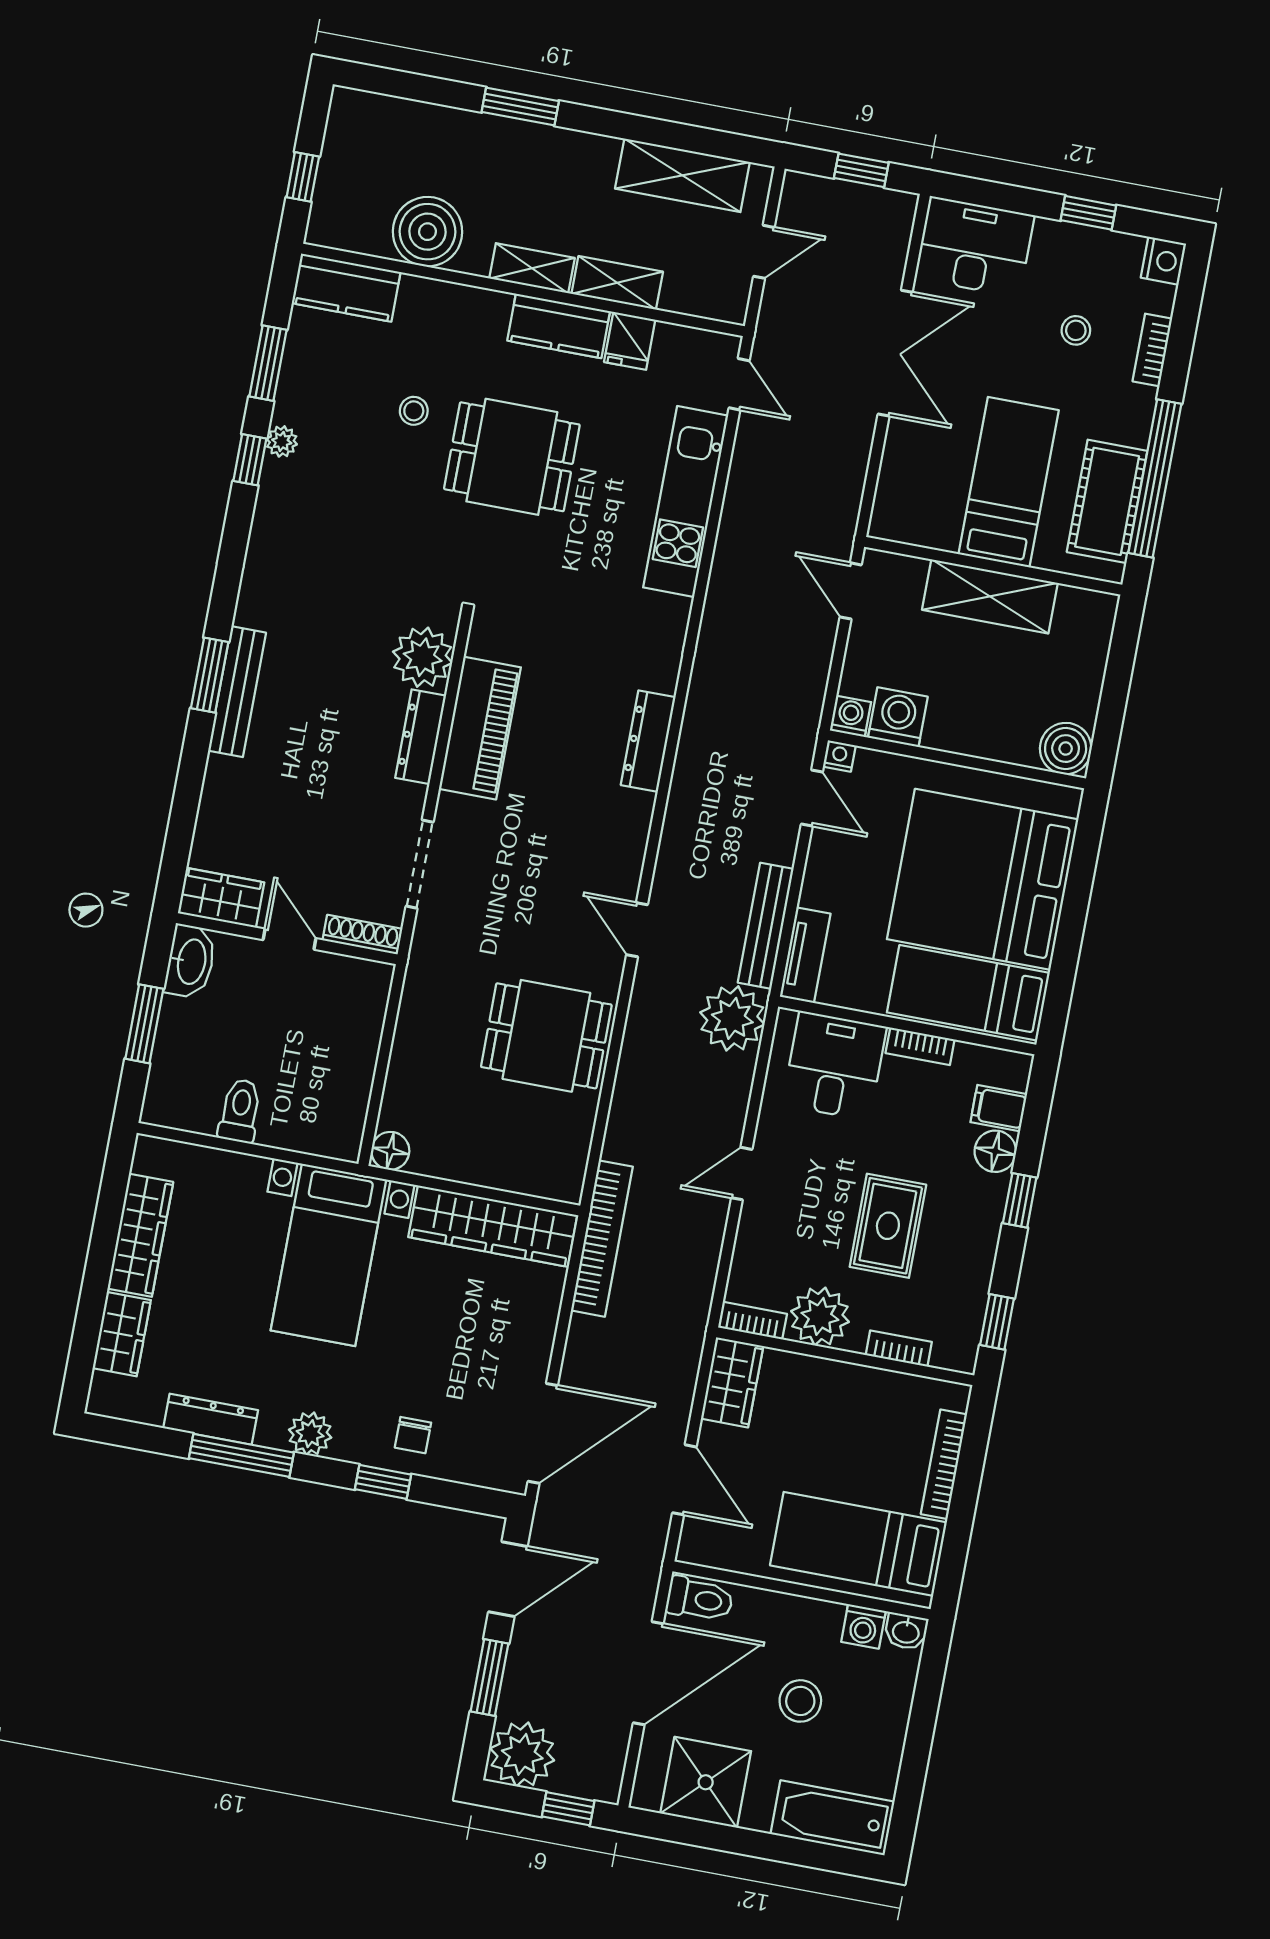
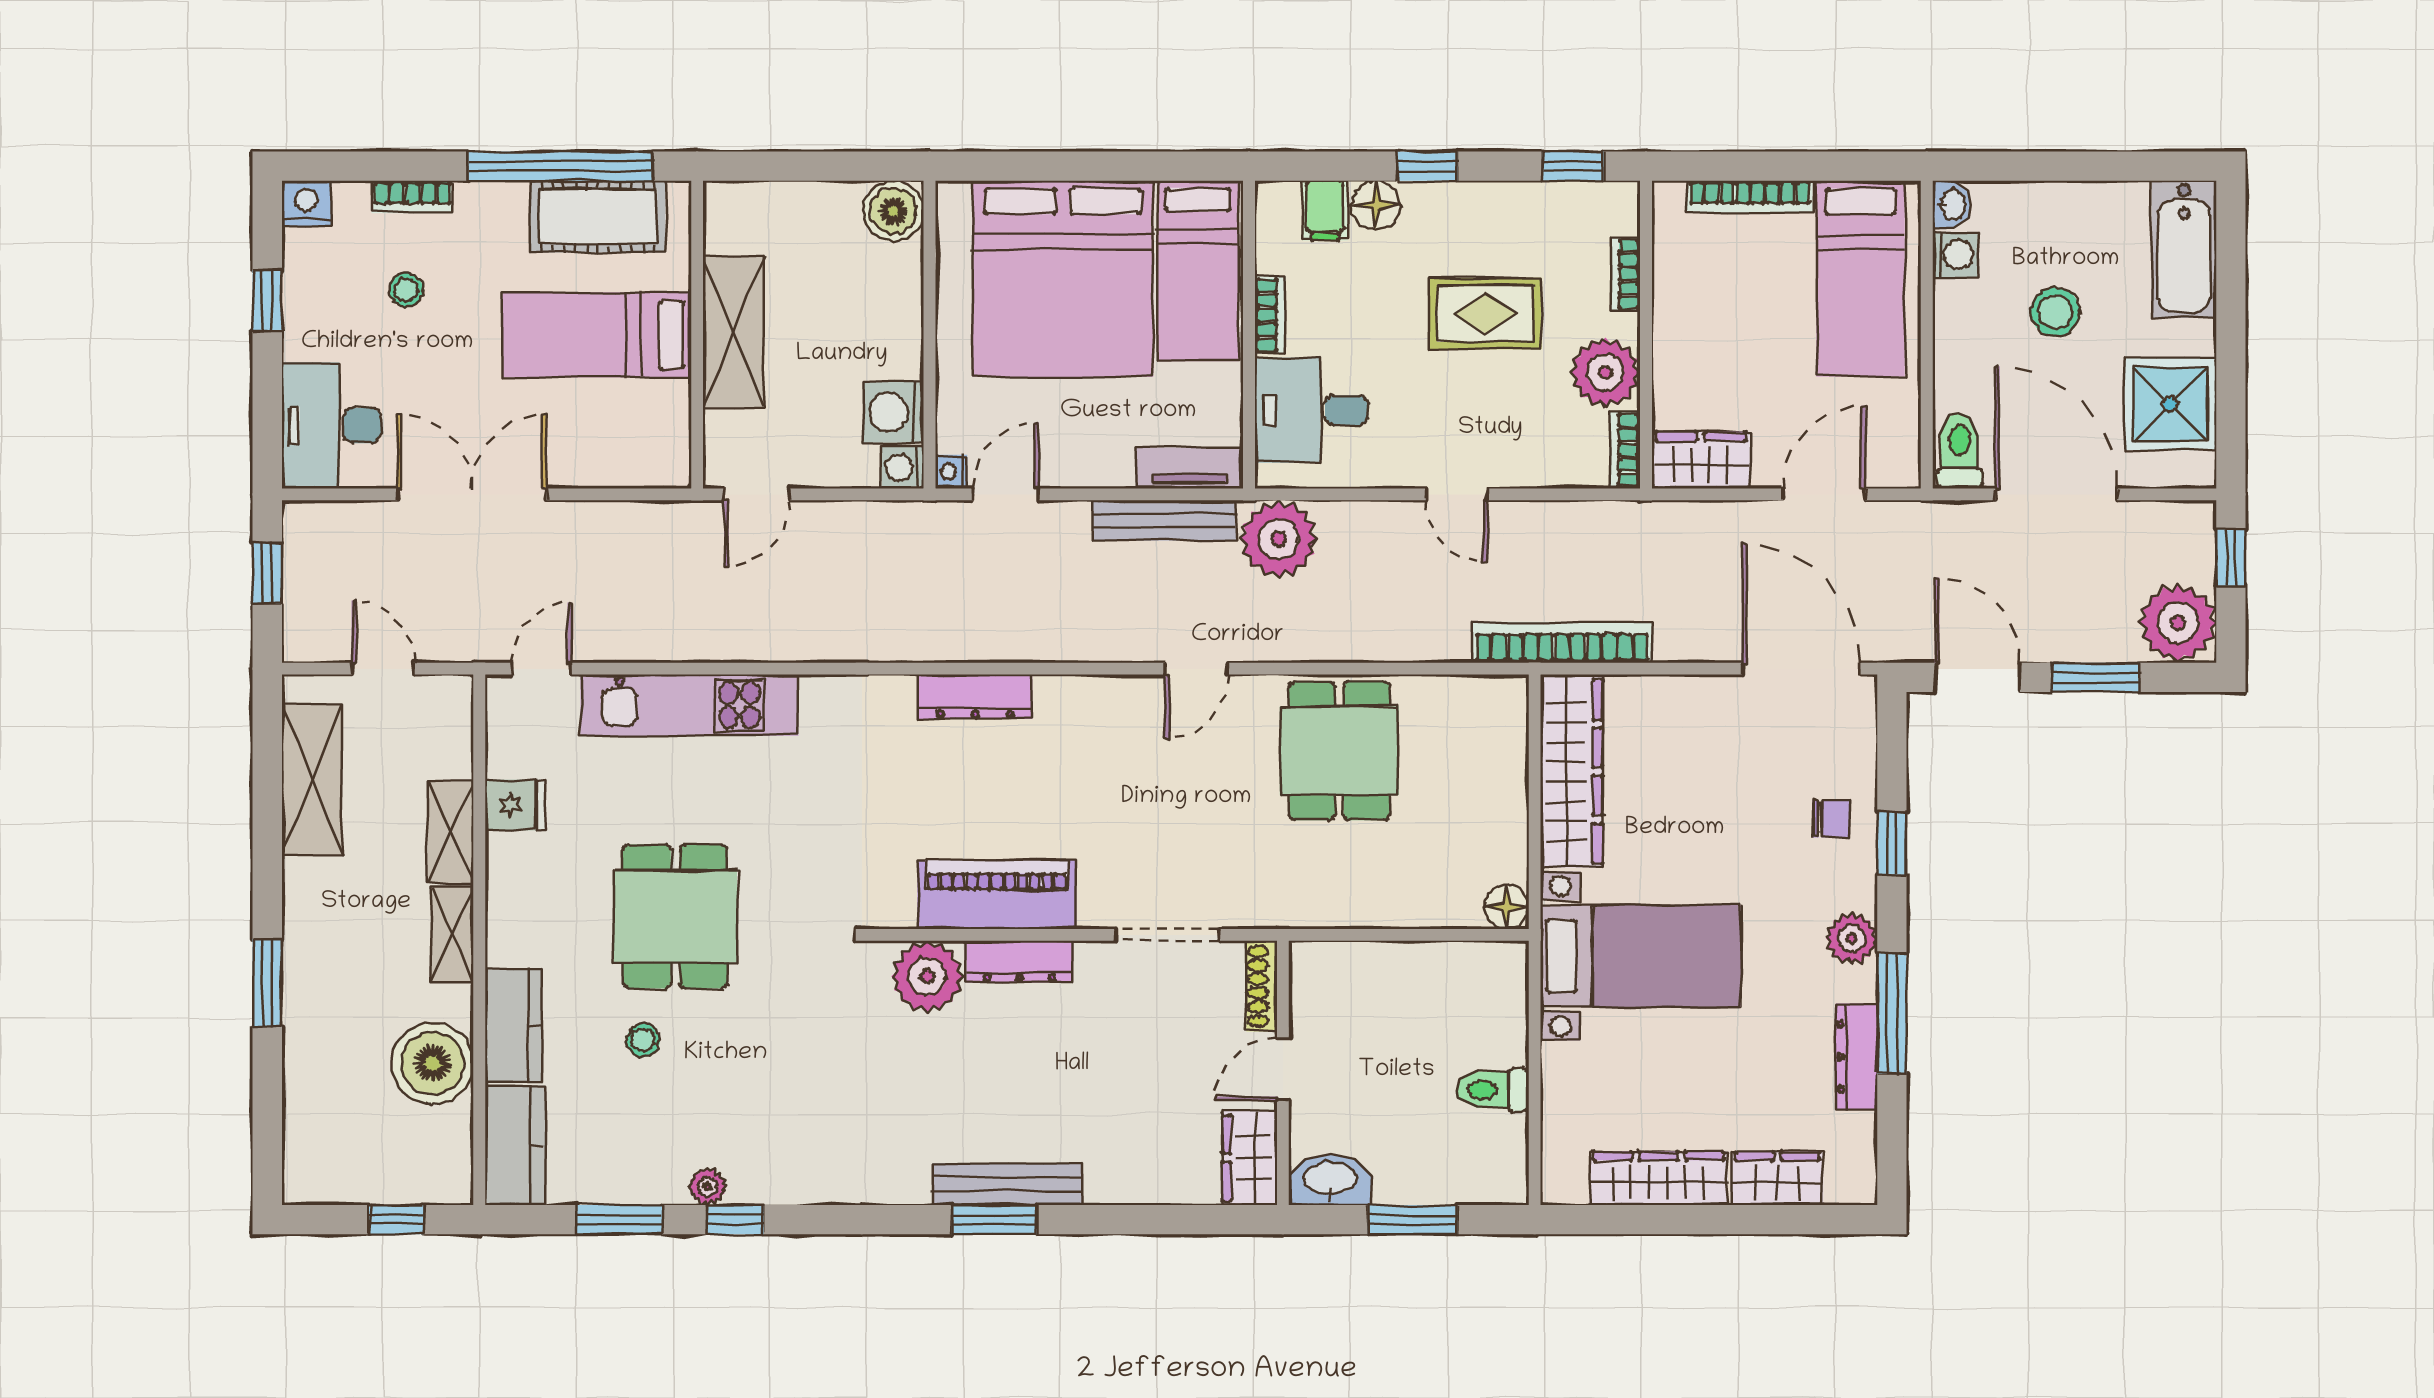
kitchen counter: (559, 326) -> (513, 1025), moved

